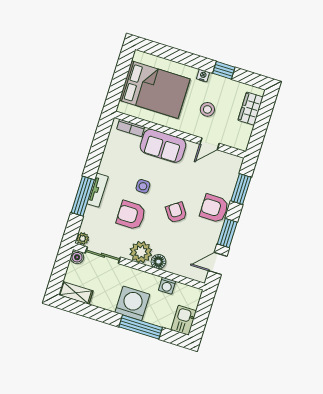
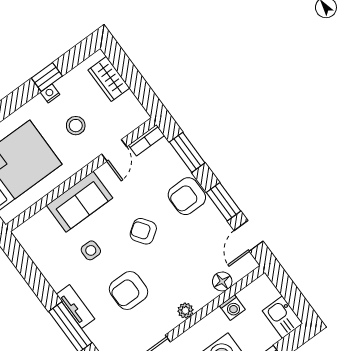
nightstand: (203, 76) -> (50, 93), moved
bookcase: (131, 128) -> (147, 140), moved
side table: (143, 186) -> (91, 250), moved
armchair: (176, 213) -> (143, 231), moved
plant: (141, 252) -> (185, 311), width x0.53, depth x0.53
floor lamp: (158, 262) -> (222, 281), moved

